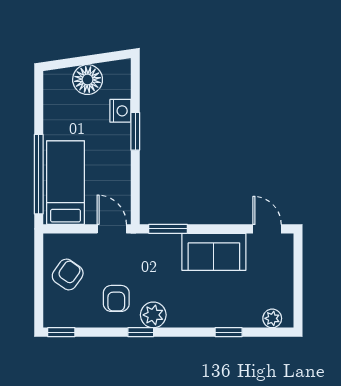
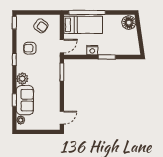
floor lamp: (88, 80) -> (129, 23), moved
nightstand: (120, 111) -> (92, 50), moved
sofa: (214, 252) -> (25, 100), moved, turned 180
plant: (153, 315) -> (22, 79), moved

